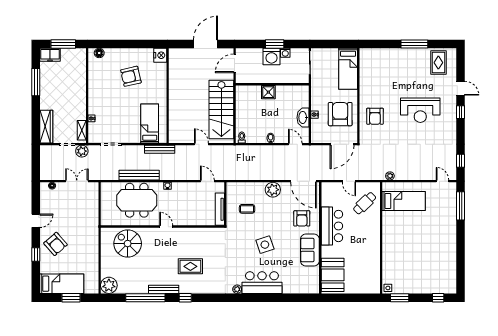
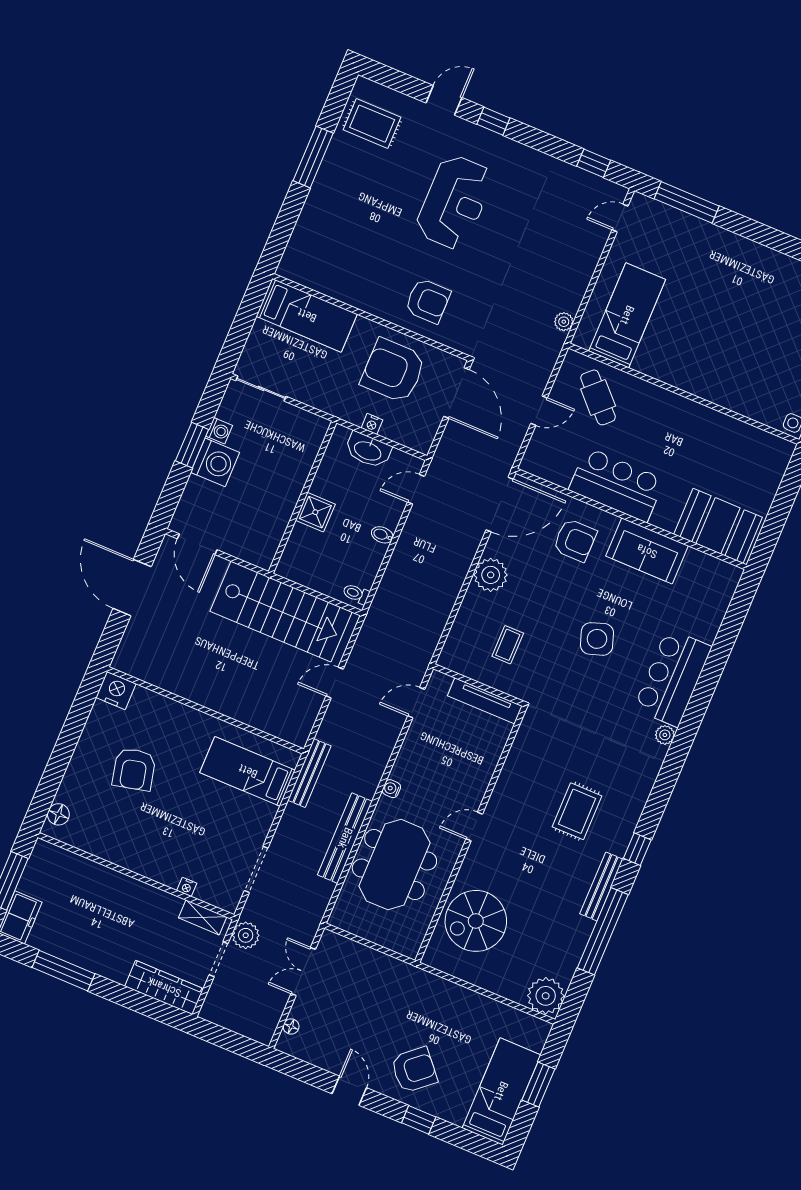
wall: (272, 84) -> (303, 497), moved
shower: (268, 92) -> (315, 512), moved

